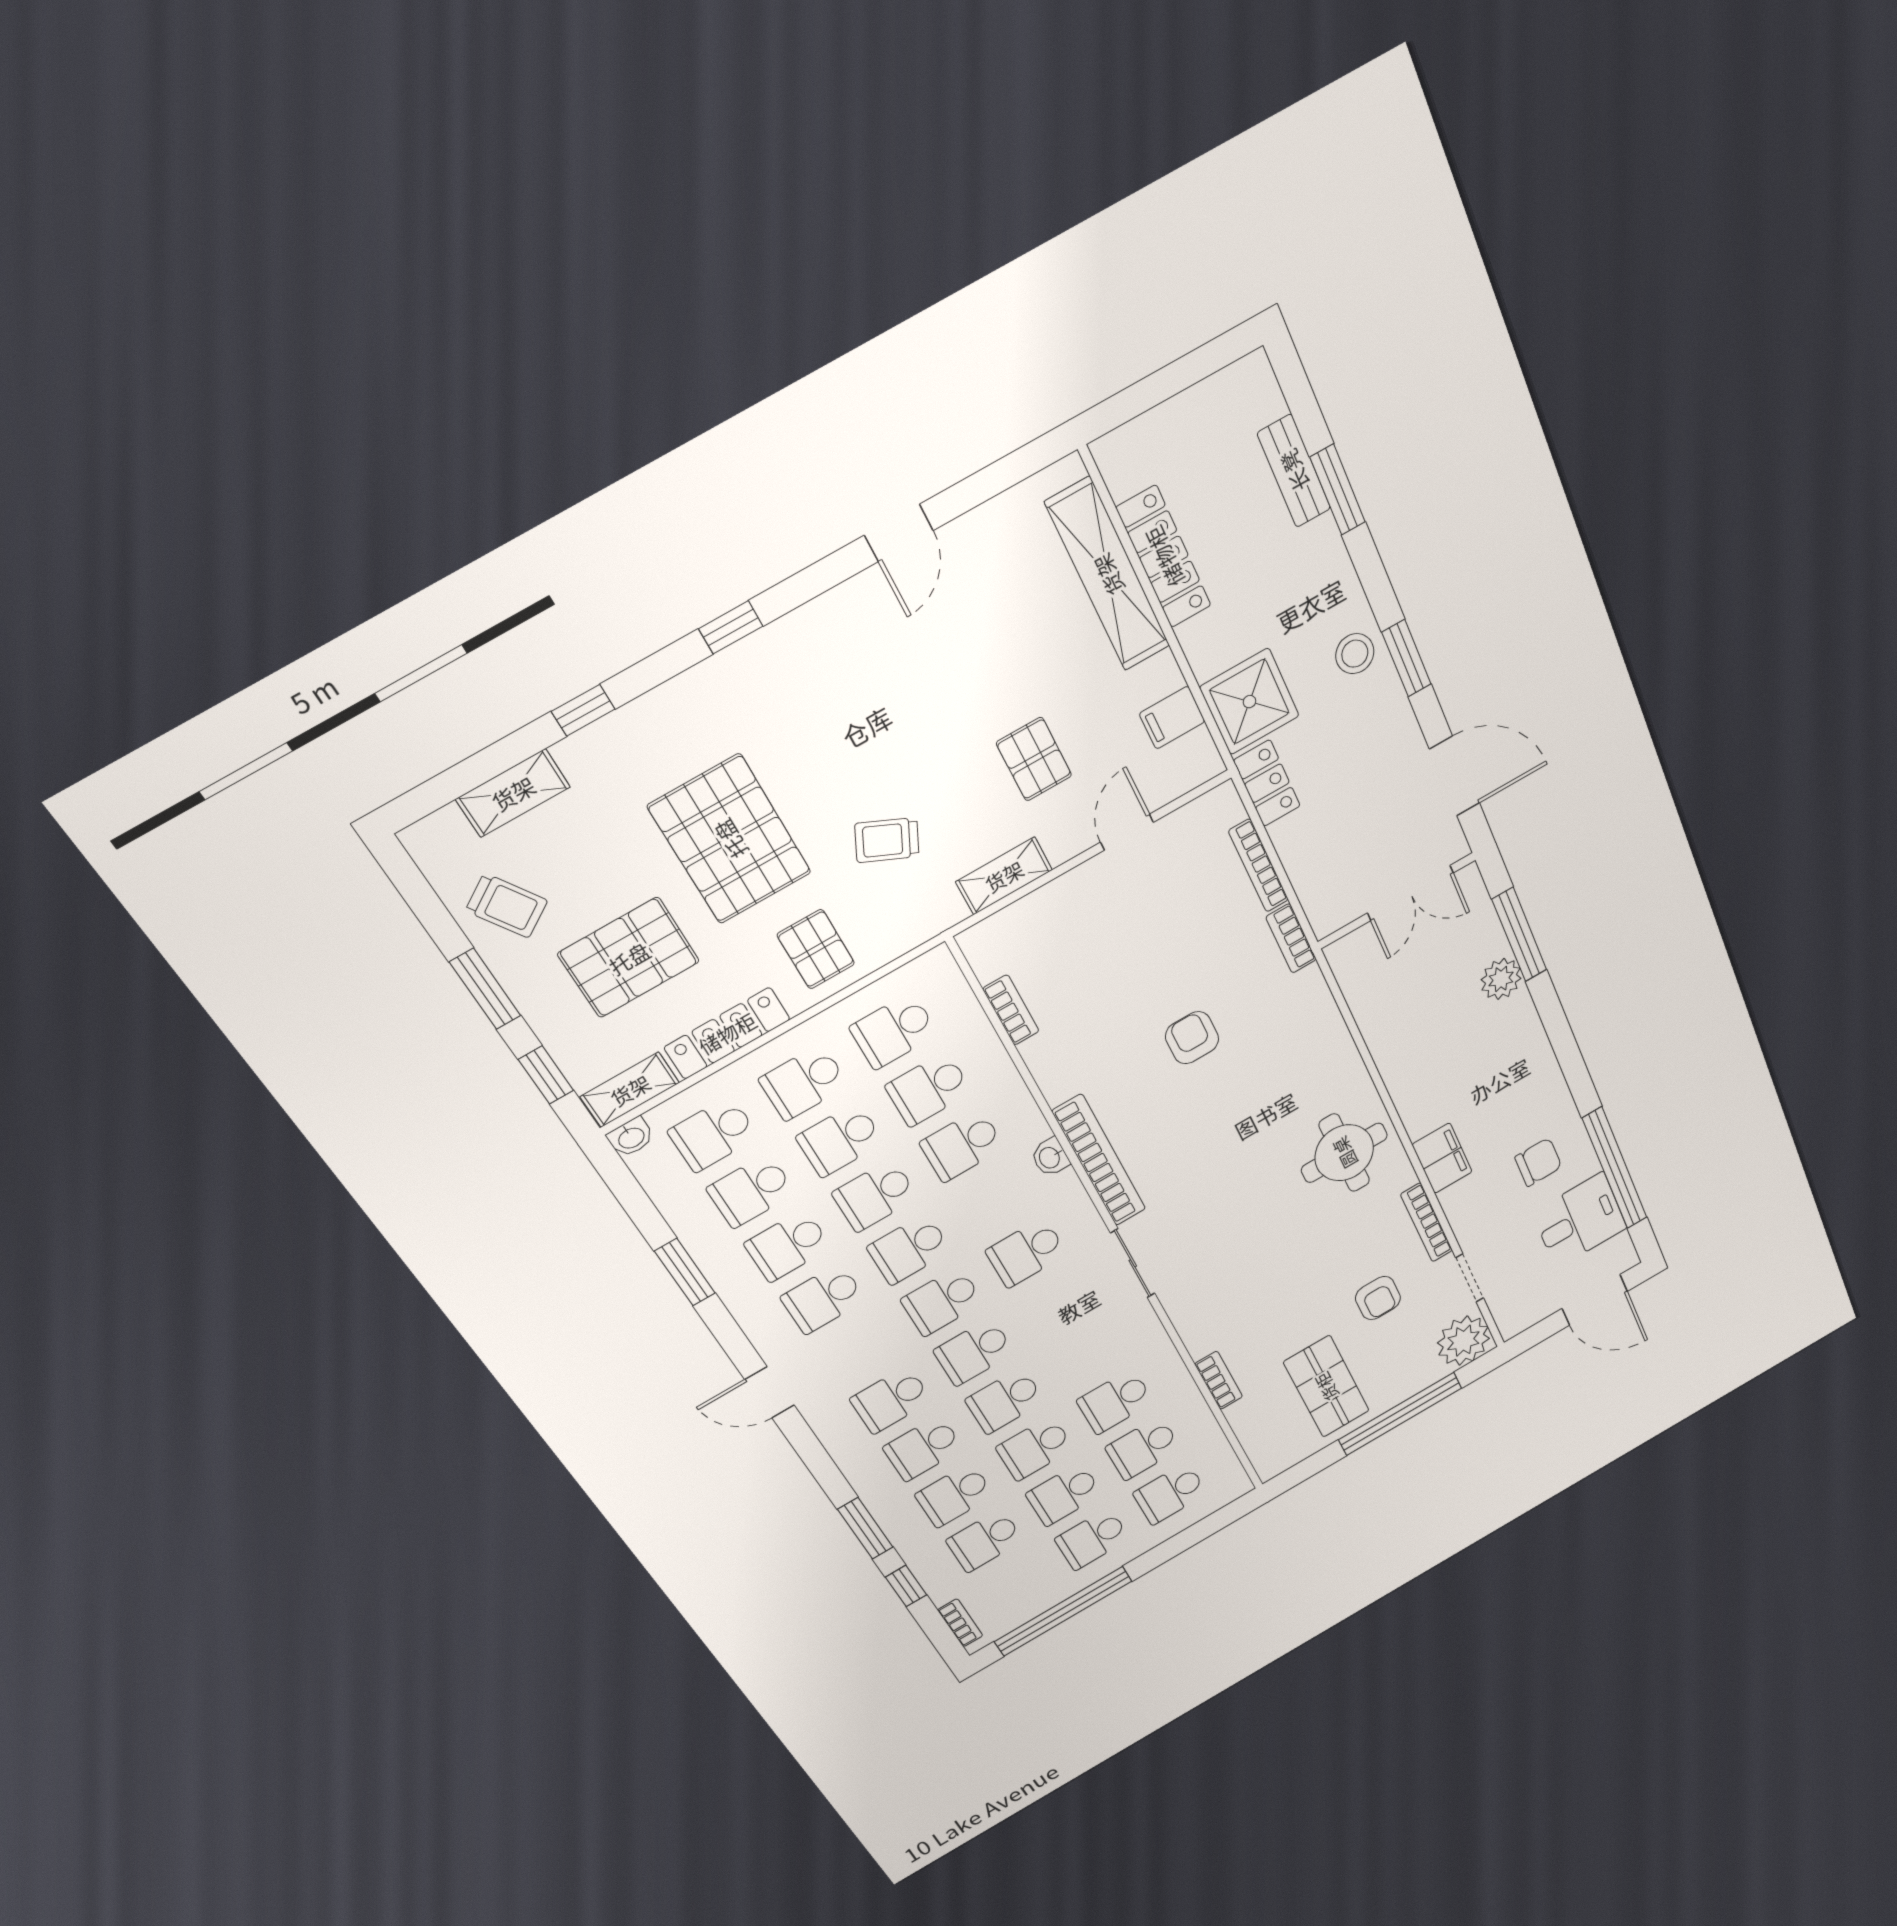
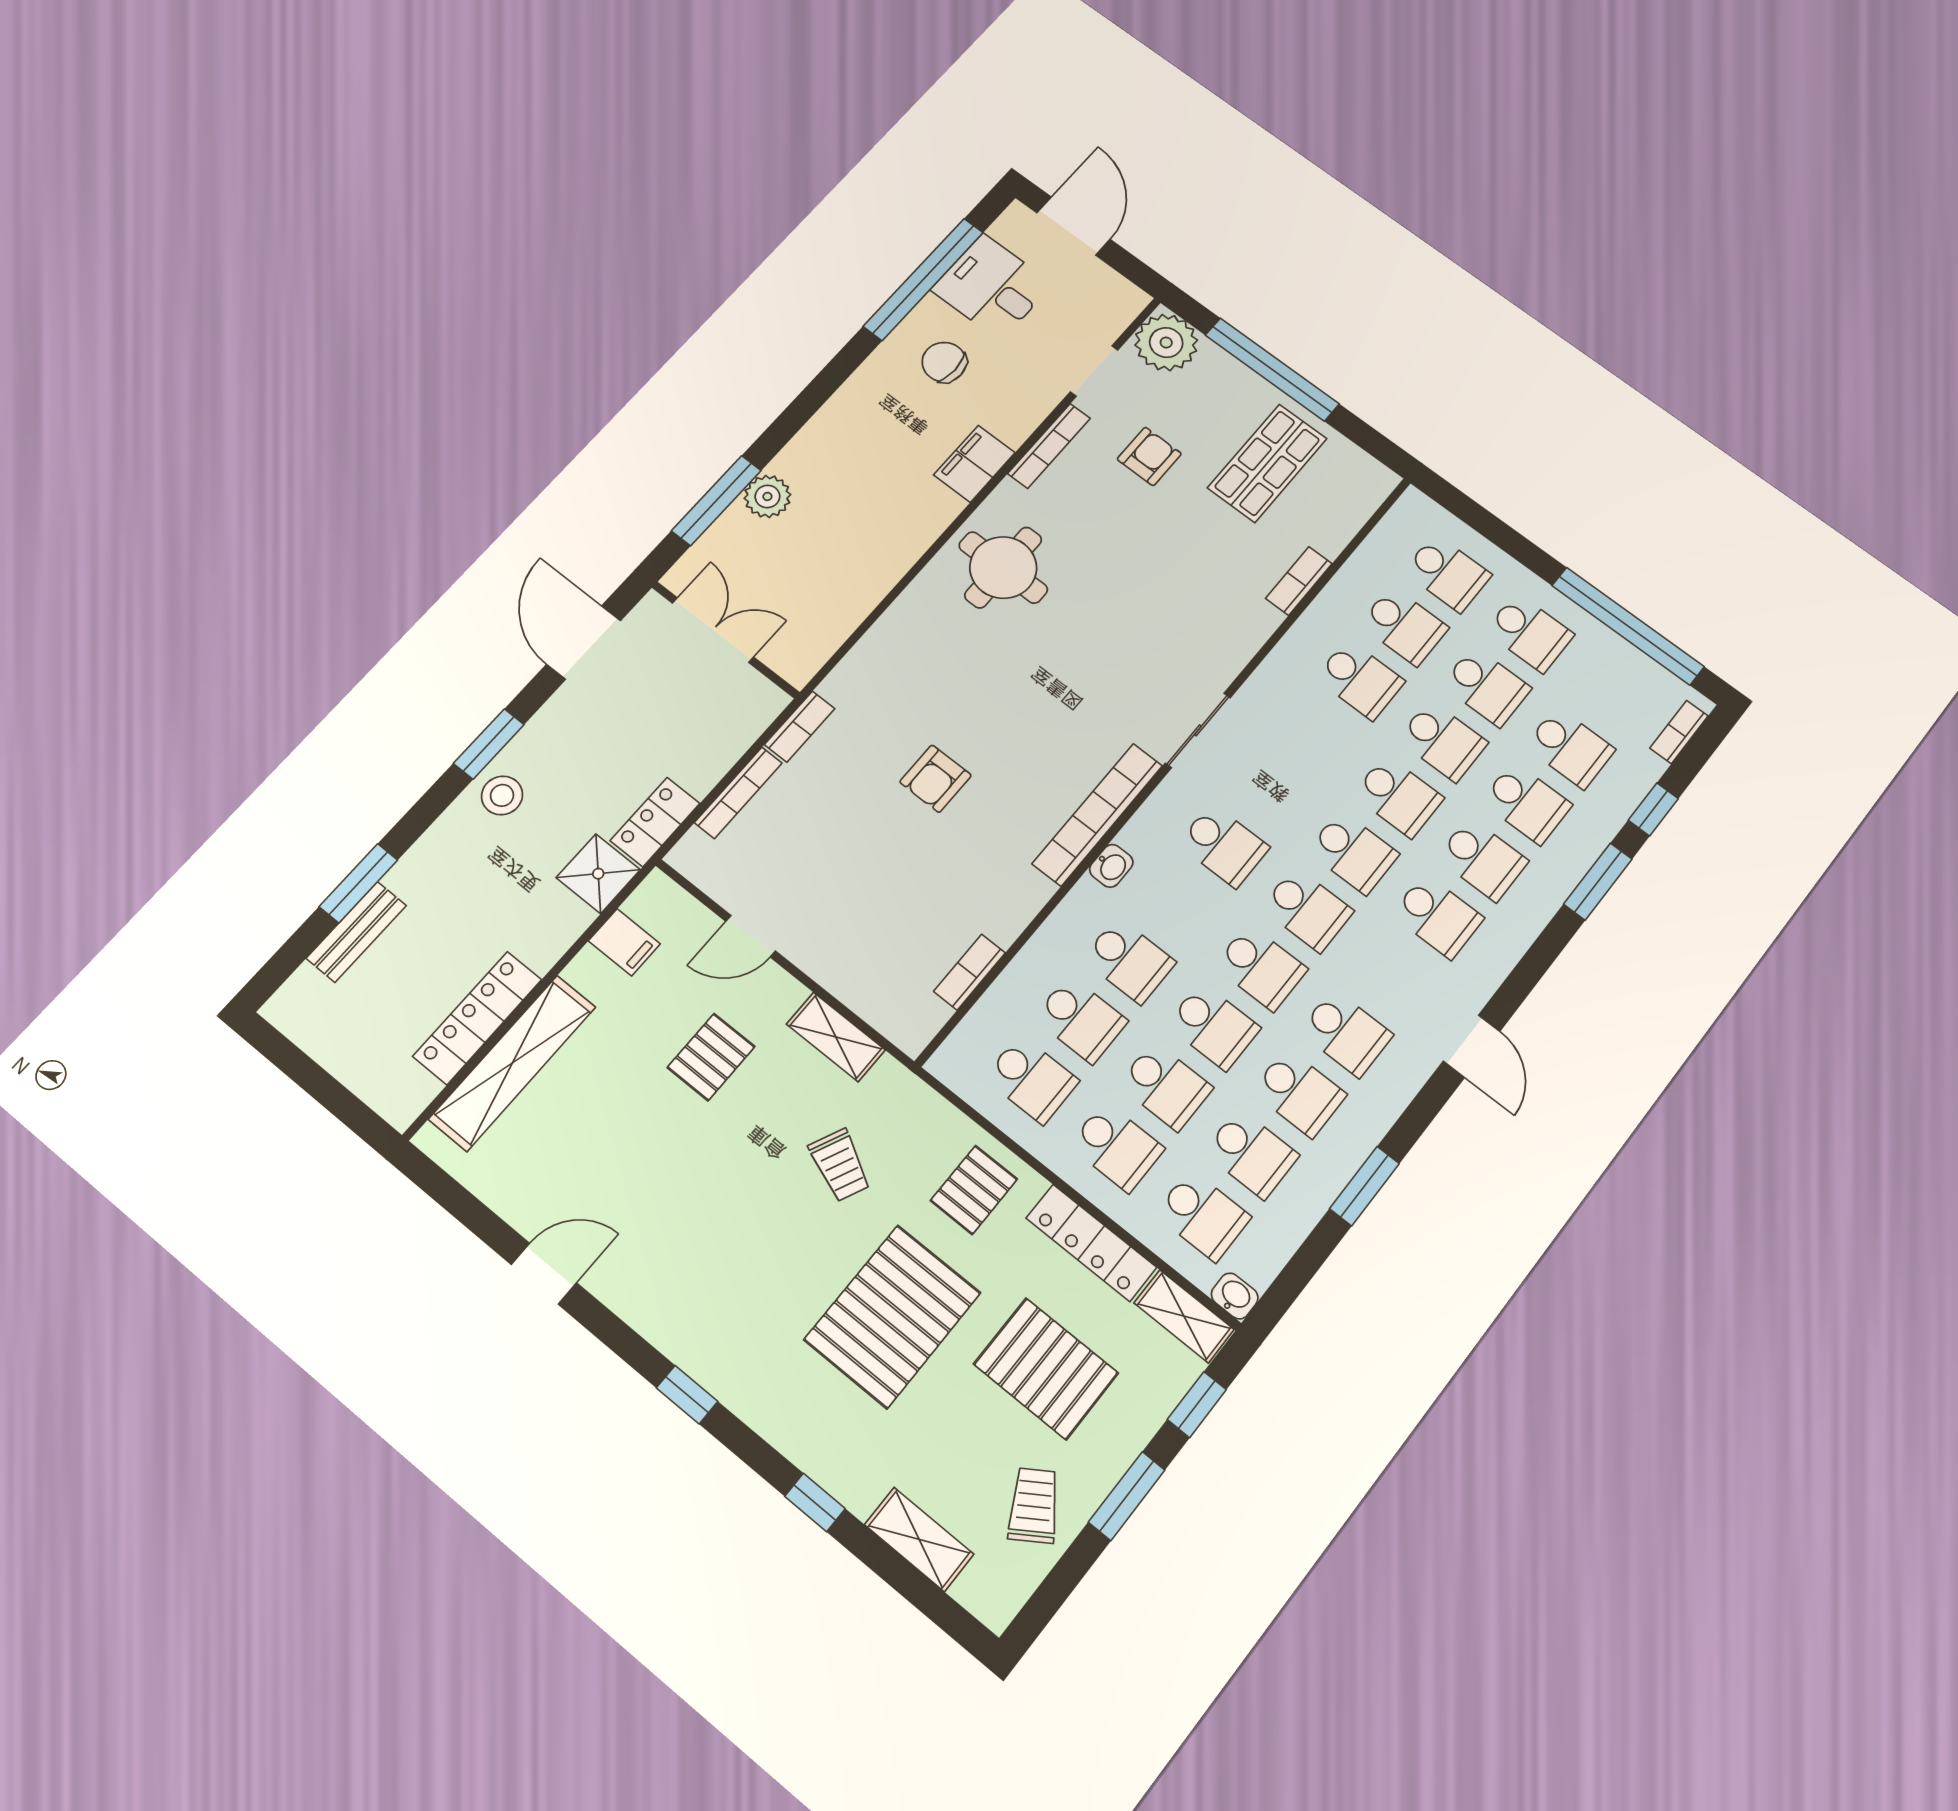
shower: (1249, 702) -> (598, 874), width x0.73, depth x0.73

